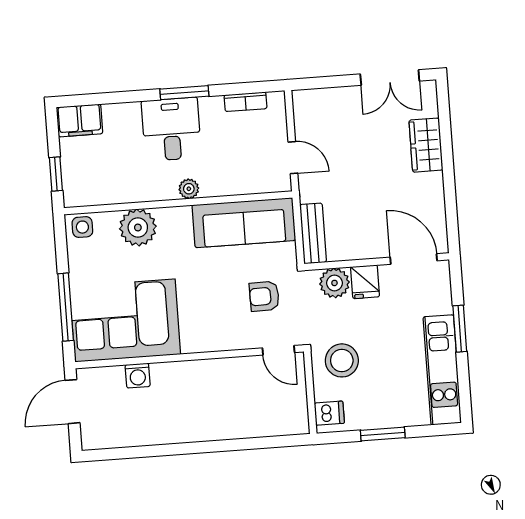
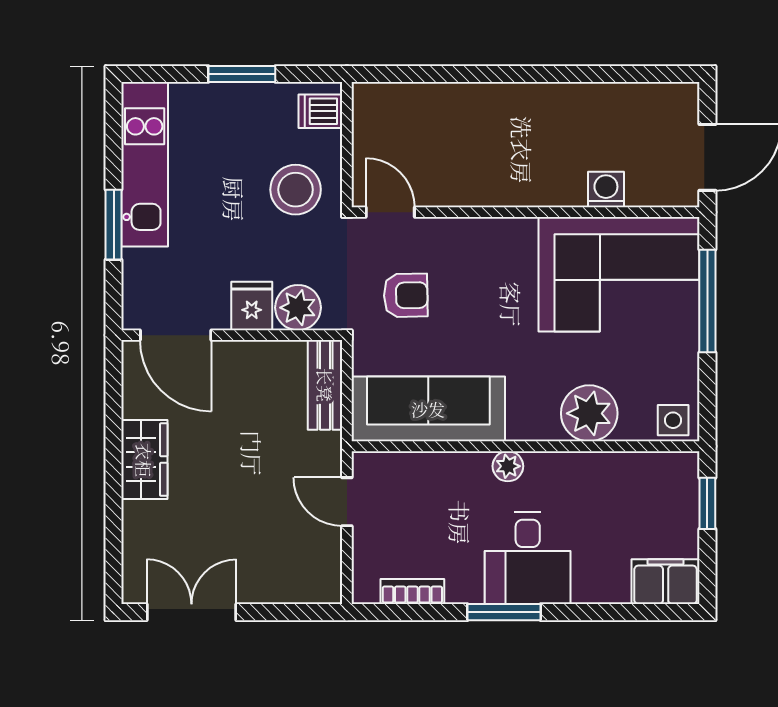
wardrobe: (426, 145) -> (144, 460), moved

